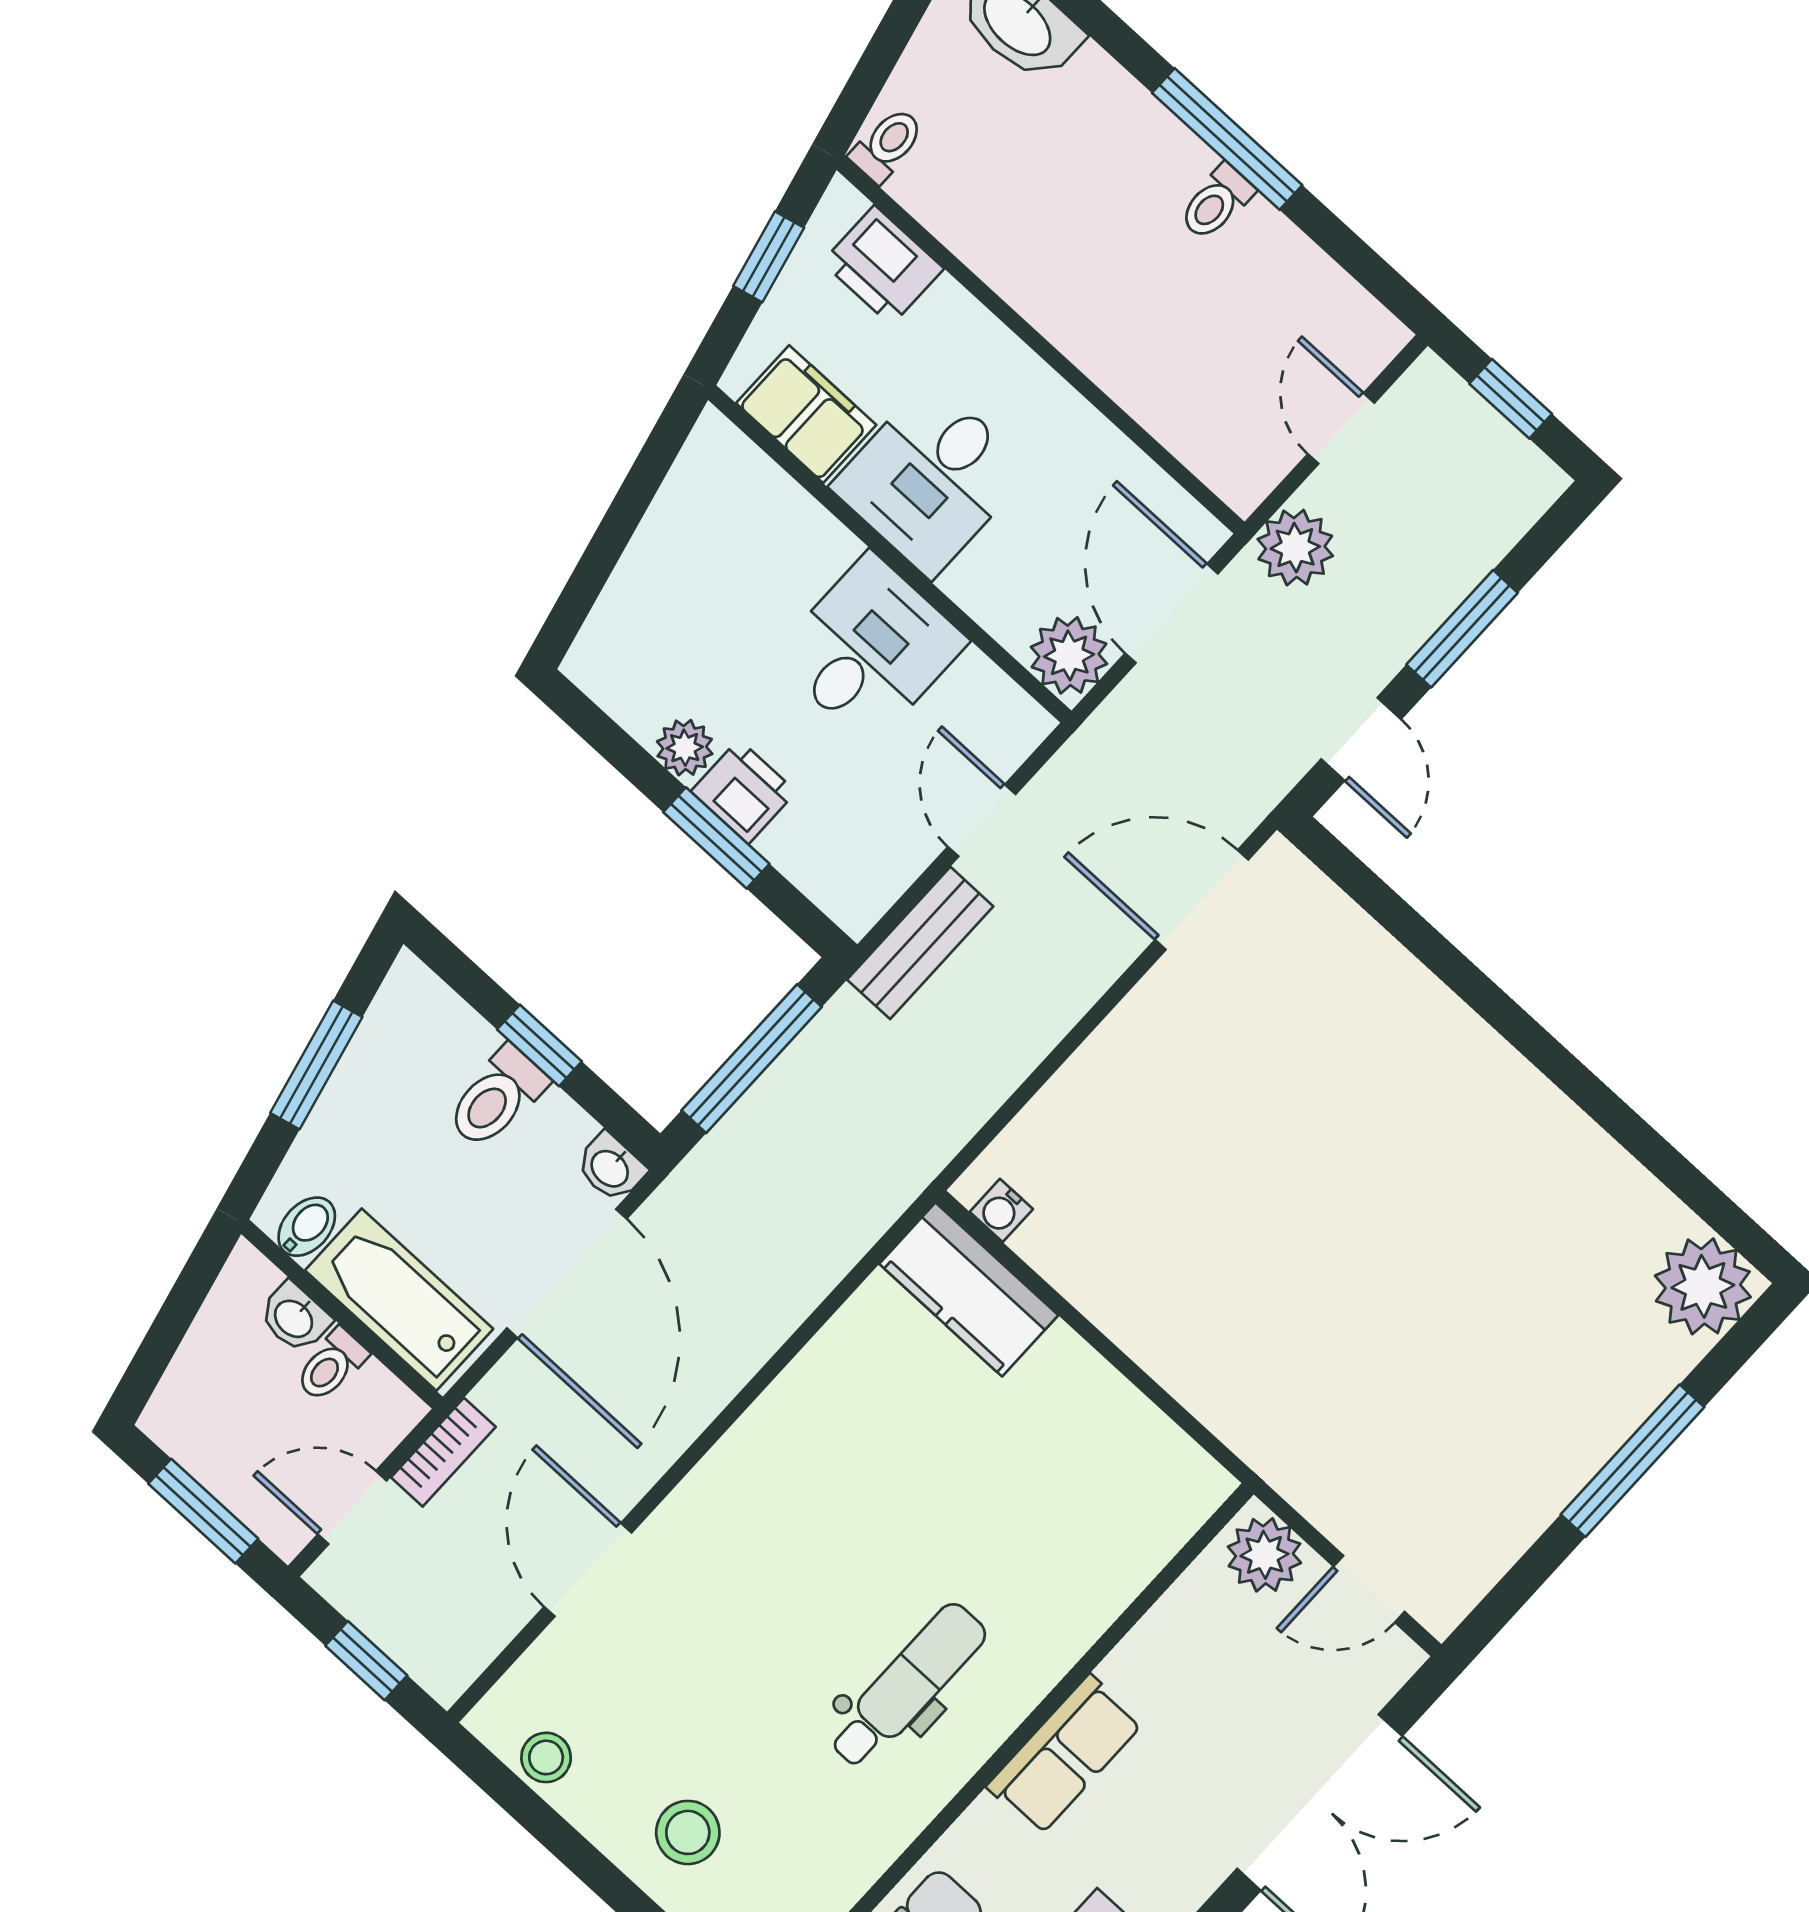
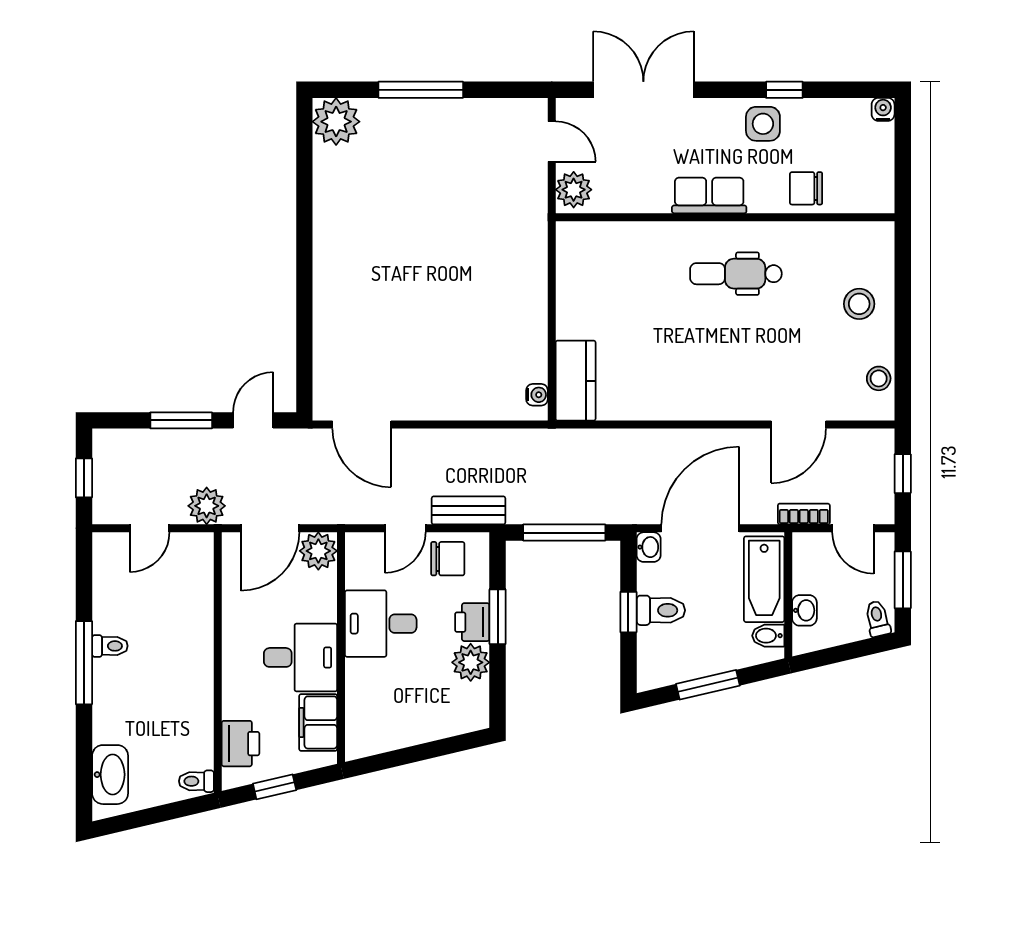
plant: (685, 748) -> (471, 662), width x1.38, depth x1.38
chair: (875, 843) -> (448, 559), added
toilet: (331, 1365) -> (878, 619), moved, turned -103

